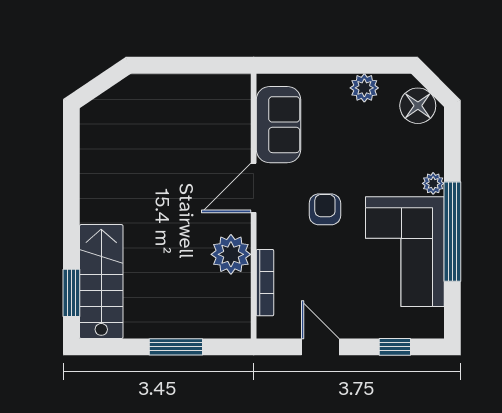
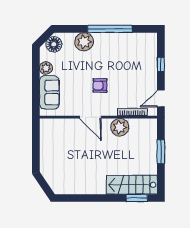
sofa: (279, 125) -> (49, 92), moved, turned 90
plant: (433, 183) -> (84, 42), width x1.88, depth x1.88
corner sofa: (405, 252) -> (119, 50), removed
door: (320, 347) -> (161, 99), moved
window: (395, 347) -> (161, 65), moved

